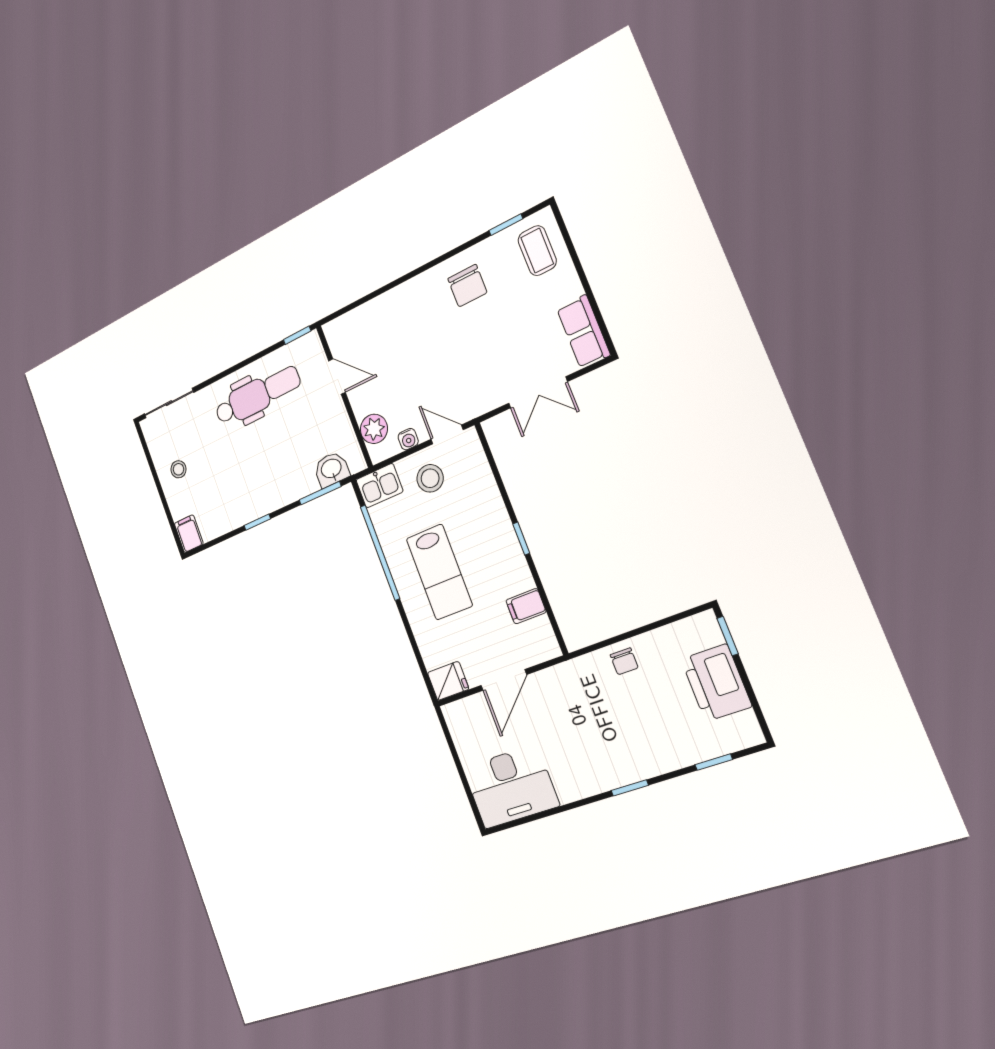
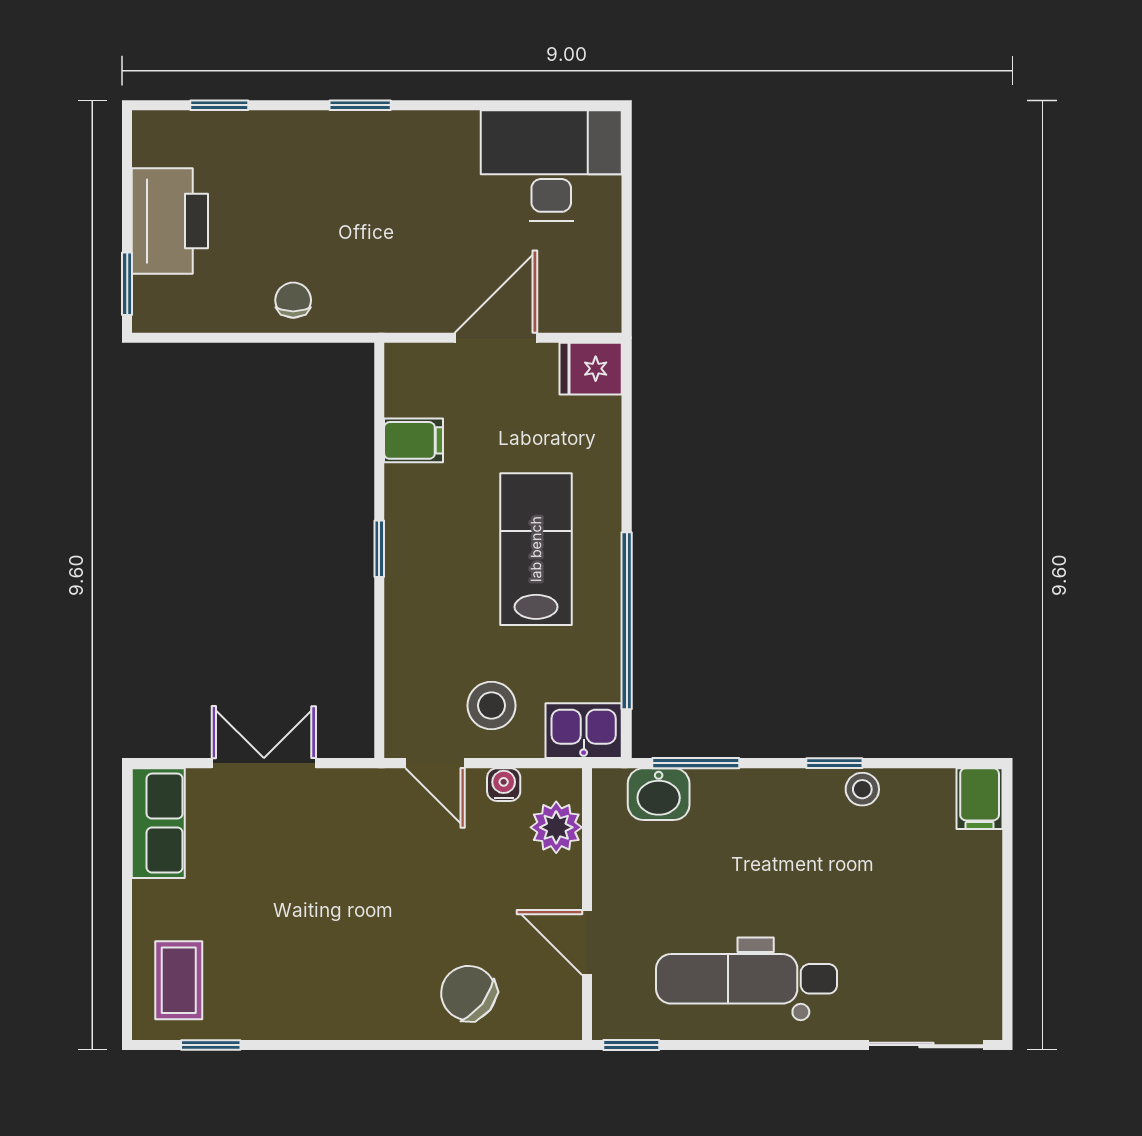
chair: (467, 286) -> (469, 993), moved, turned -52
stool: (178, 469) -> (862, 789), moved

